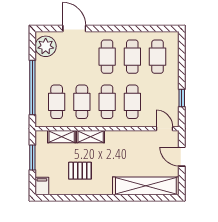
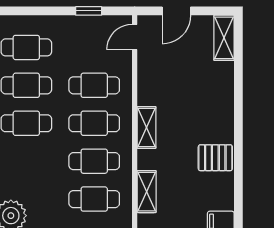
shelving: (91, 137) -> (147, 127), moved
pallet: (80, 171) -> (215, 158), moved, turned 90
shelving: (146, 186) -> (224, 38), width x0.45, depth x0.75

